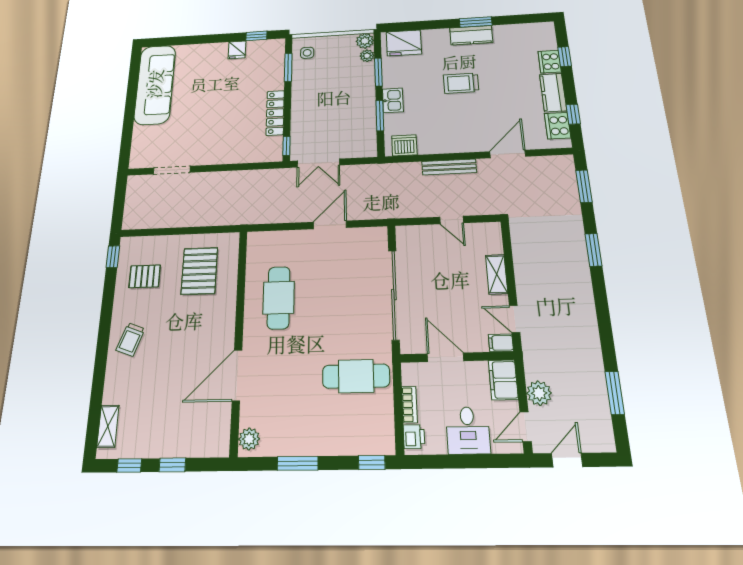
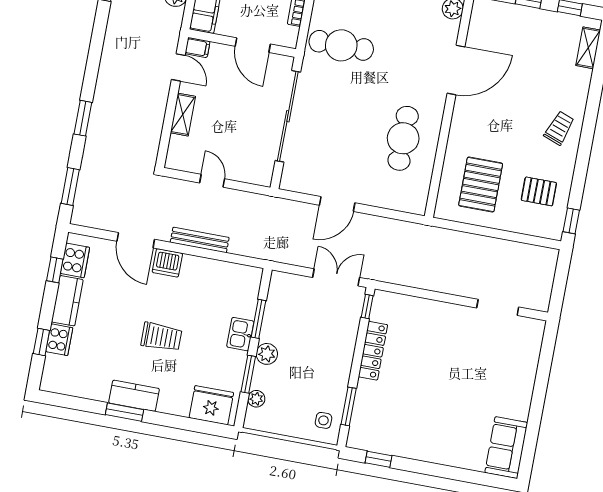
plant: (365, 41) -> (267, 354), moved
fridge: (237, 50) -> (404, 446), removed
sofa: (155, 84) -> (506, 448), width x0.54, depth x0.79
dishwasher: (404, 145) -> (167, 263), moved
door: (508, 154) -> (136, 240), hinge flipped

